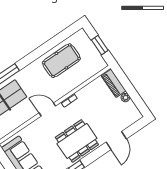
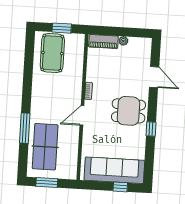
pool table: (61, 61) -> (52, 53), moved
dining table: (77, 141) -> (128, 111), width x0.73

